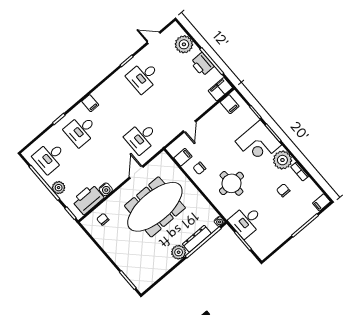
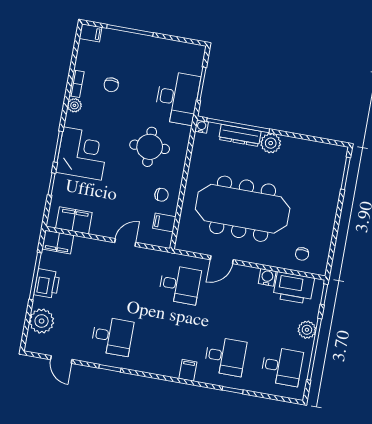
filing cabinet: (230, 104) -> (74, 220), width x2.00
plant: (282, 160) -> (74, 105), width x0.53, depth x0.53
desk: (246, 221) -> (177, 98), width x1.37

